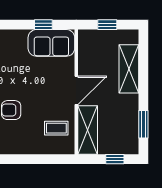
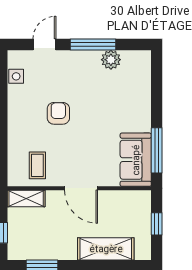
window: (43, 25) -> (157, 150), width x2.17
shelving: (88, 130) -> (26, 199), width x0.67, depth x0.75

